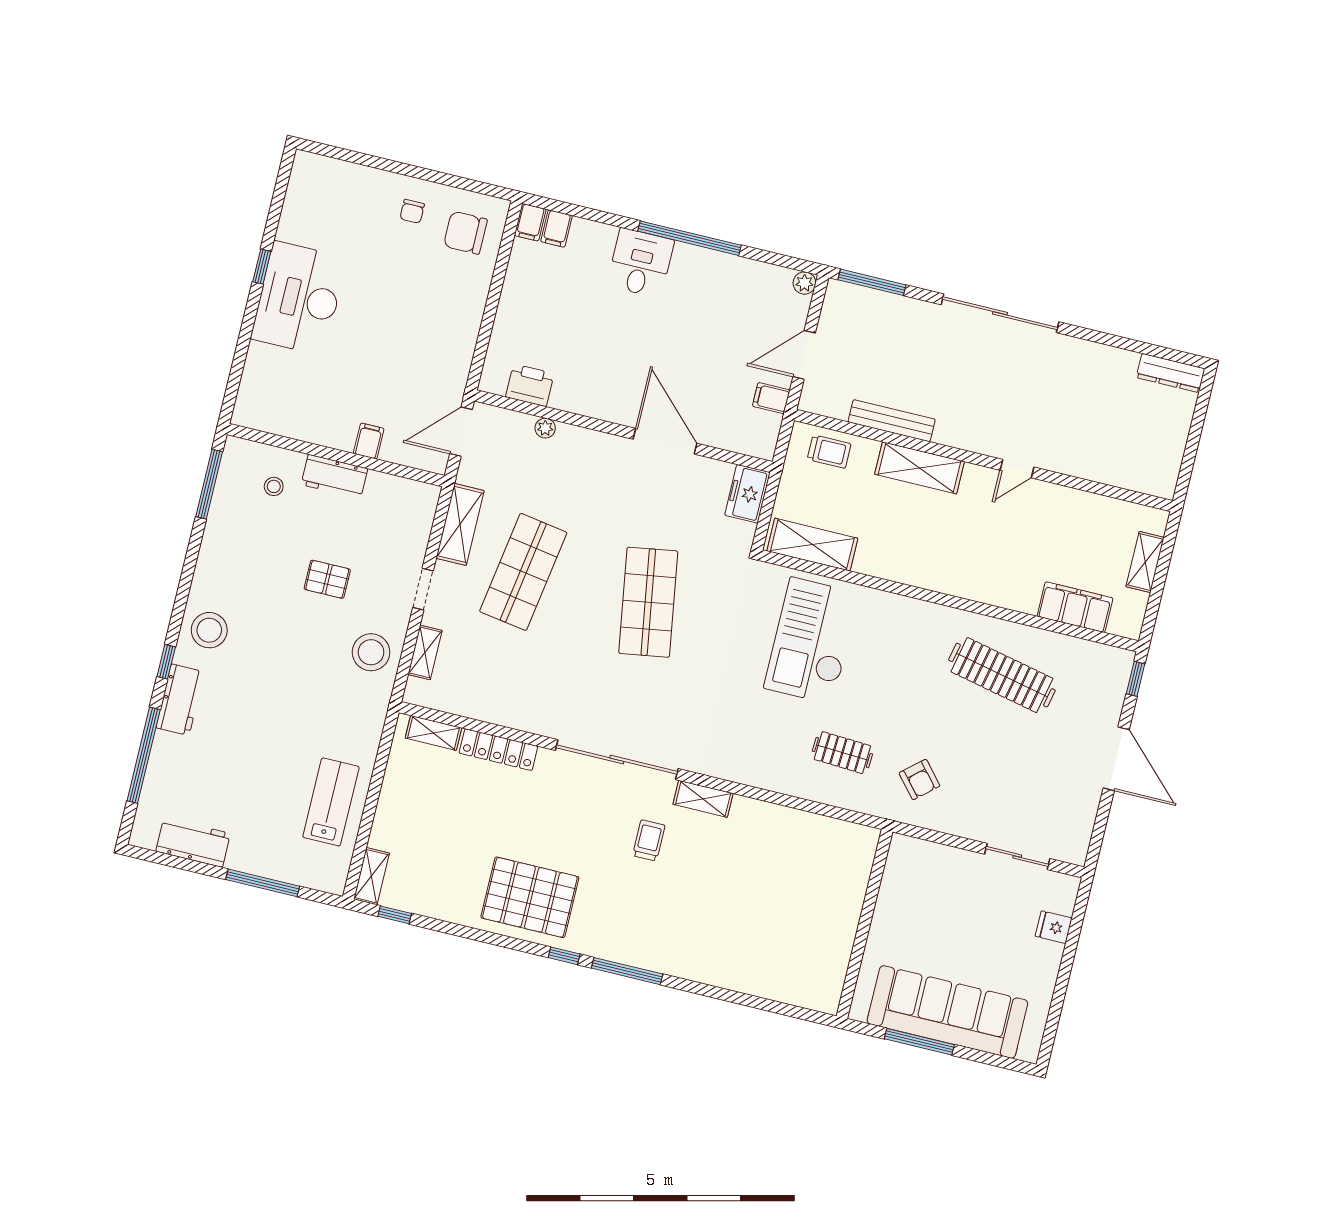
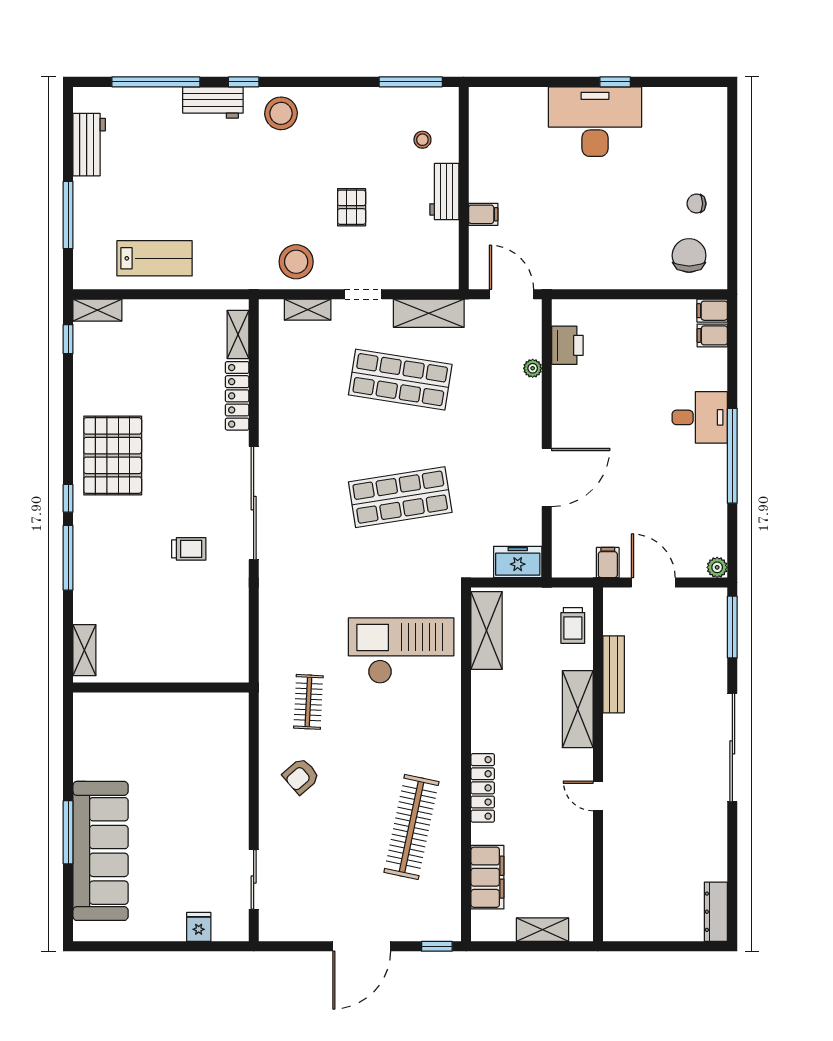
locker: (979, 589) -> (483, 788), added
shelving: (703, 799) -> (84, 650), moved
wall: (864, 924) -> (161, 687), moved

